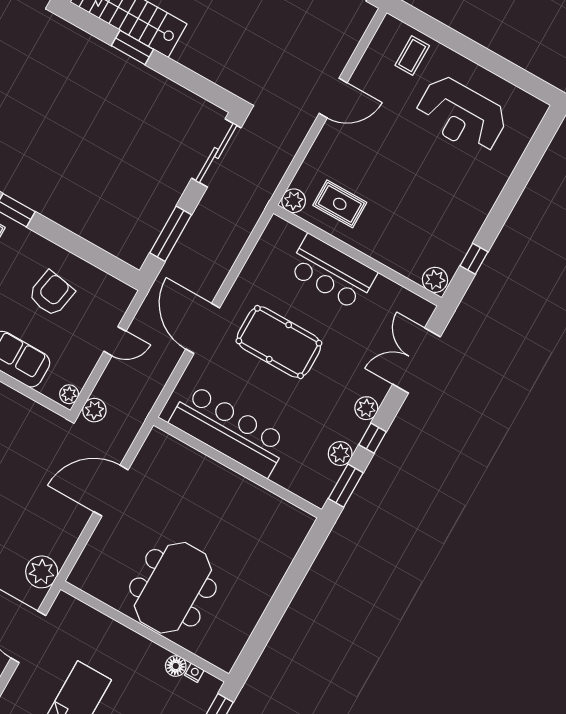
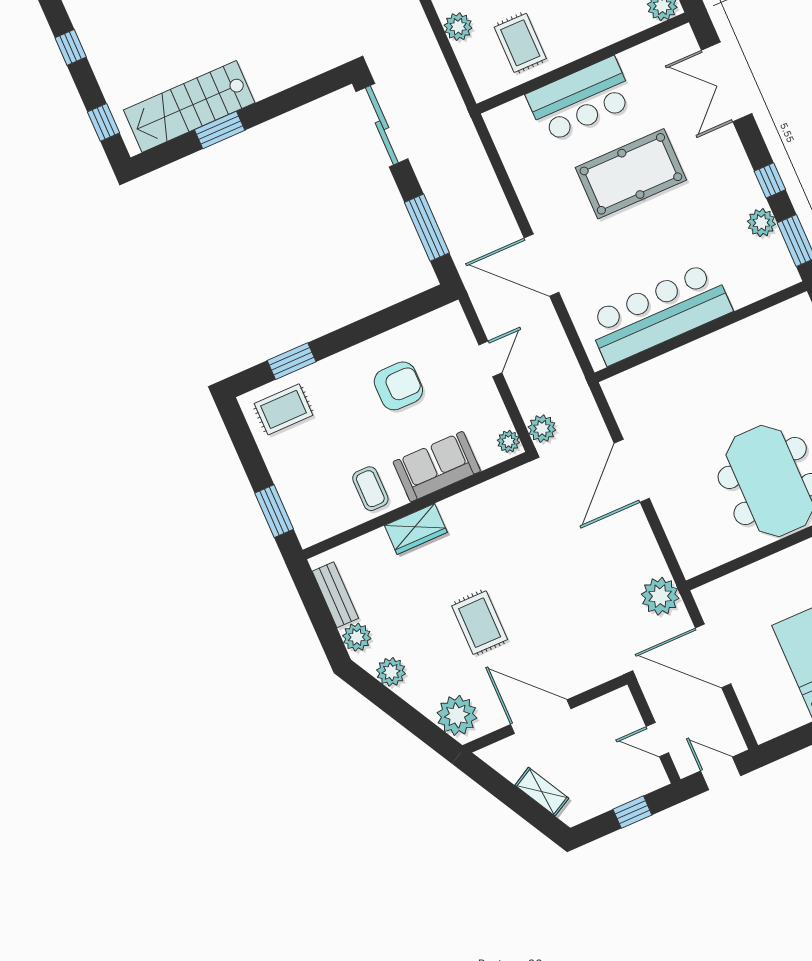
plant: (294, 201) -> (458, 27), moved
rug: (340, 204) -> (520, 43), turned 90
armchair: (51, 294) -> (398, 386), turned 80
pool table: (279, 342) -> (631, 174), moved
plant: (366, 408) -> (736, 165), removed

